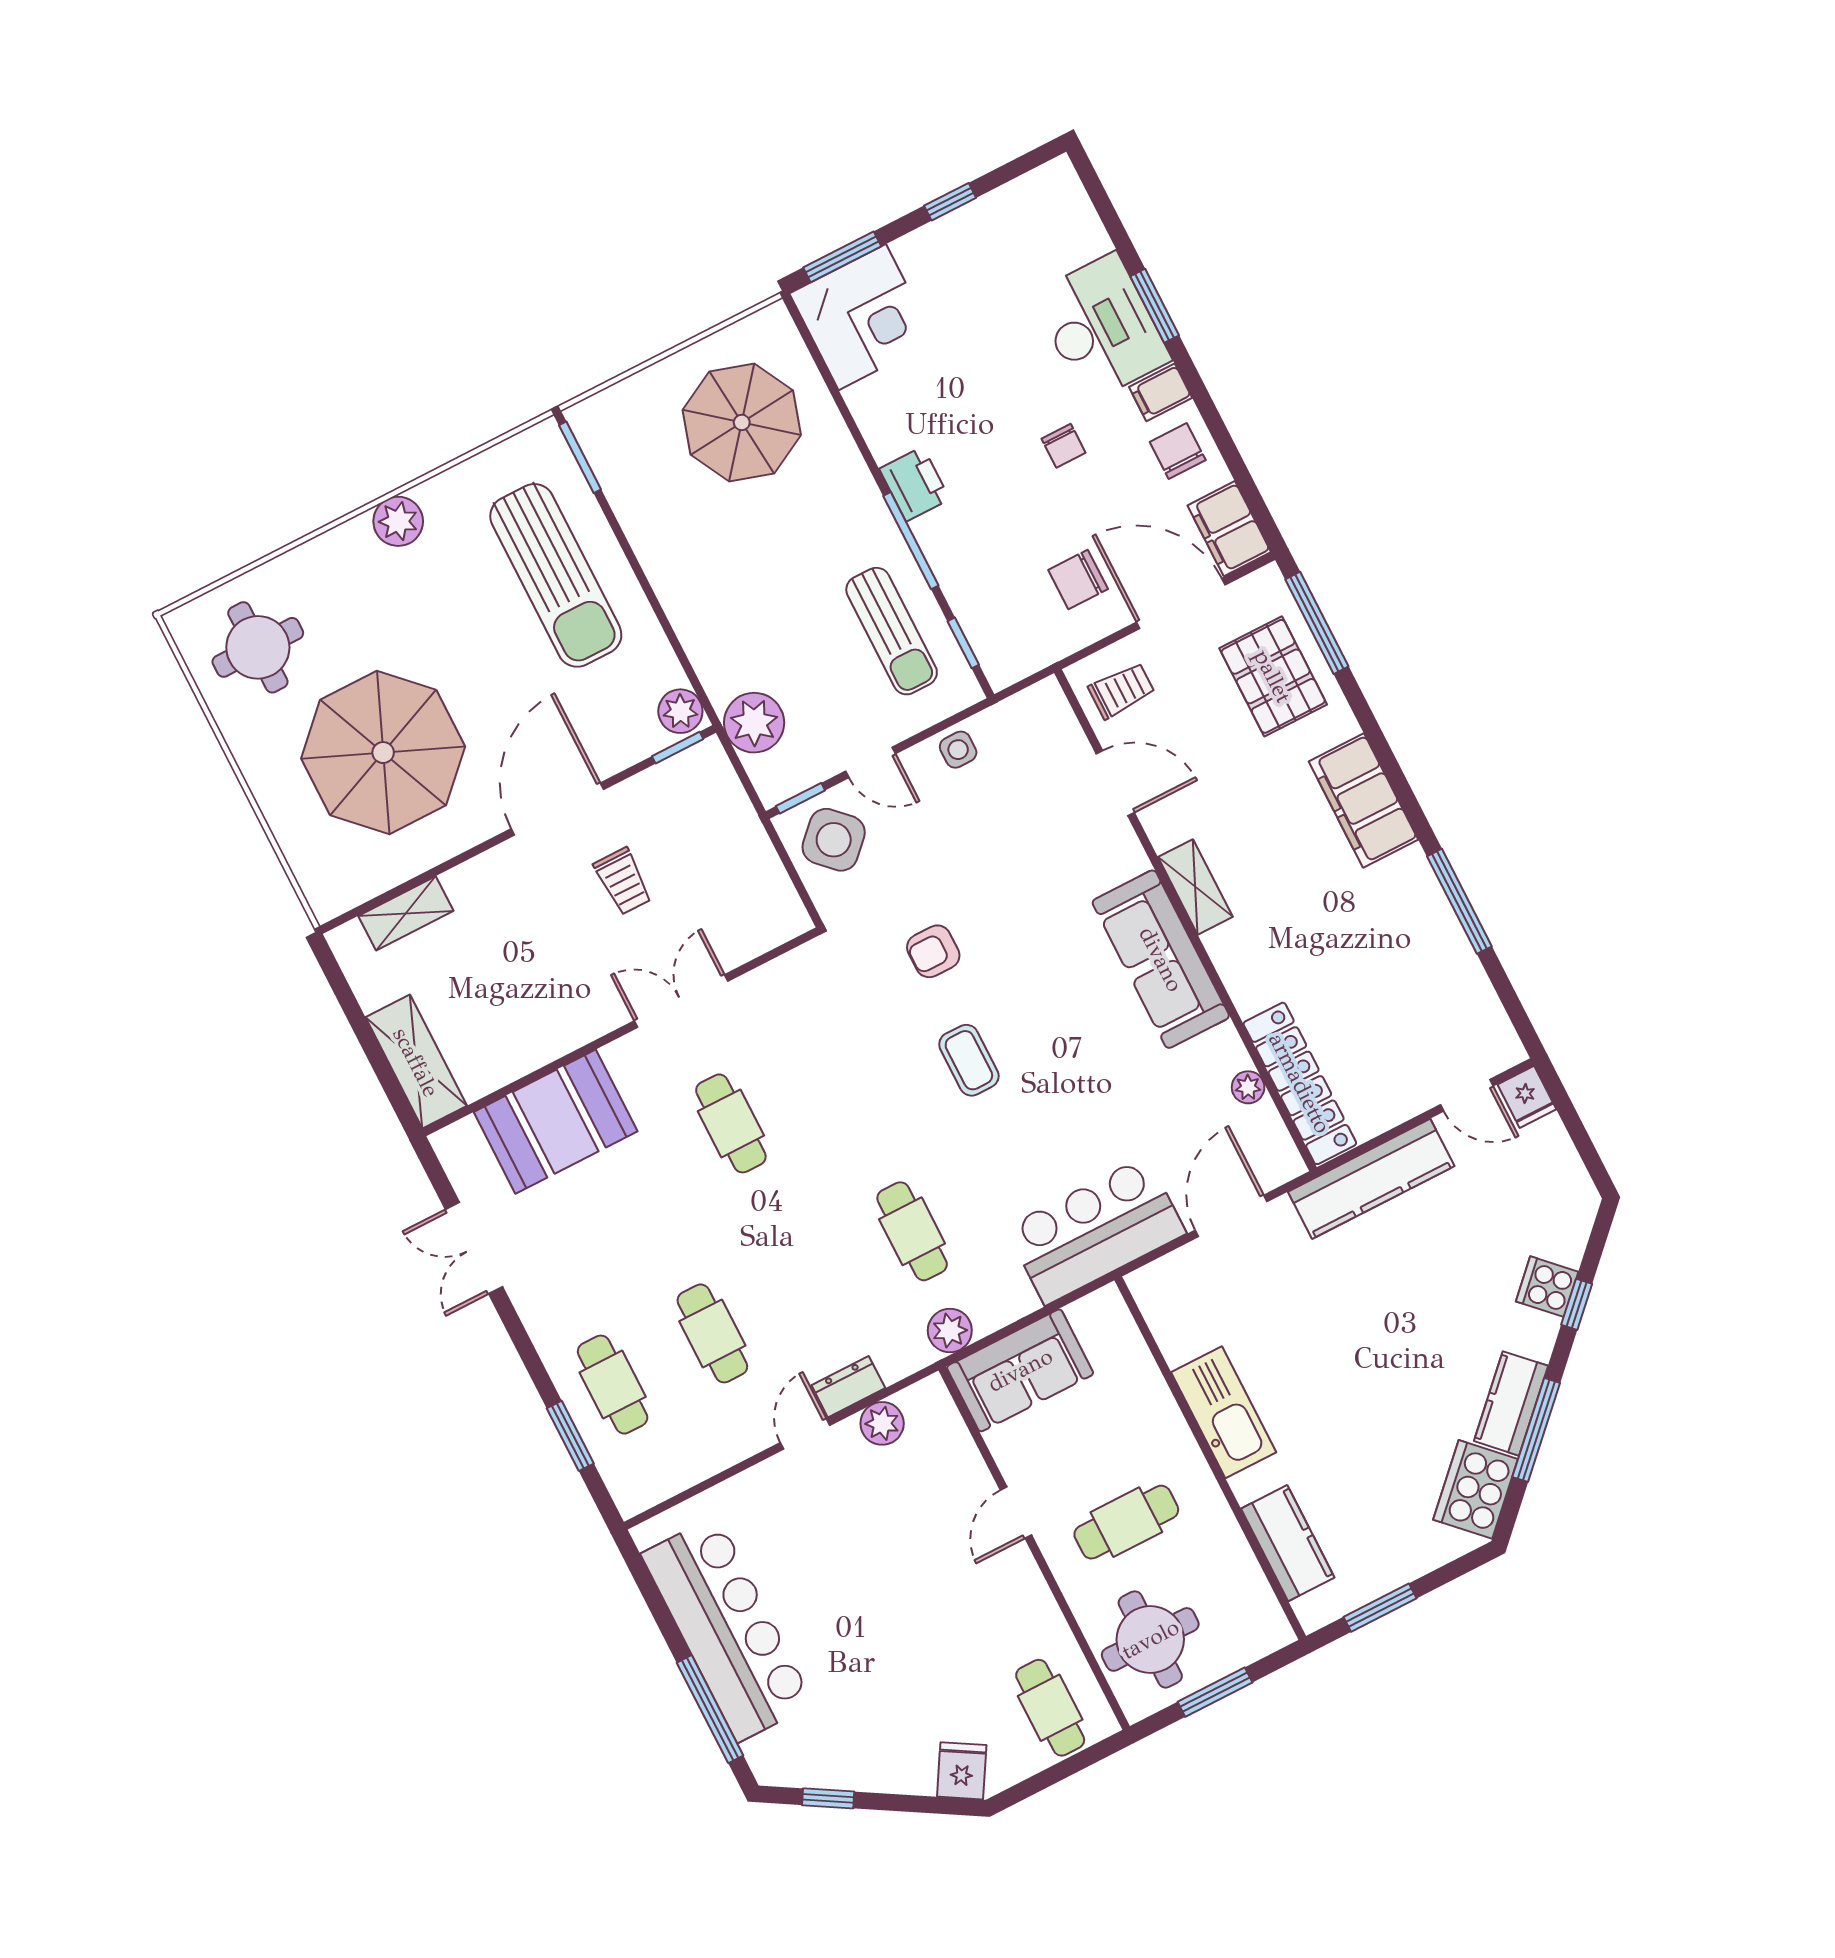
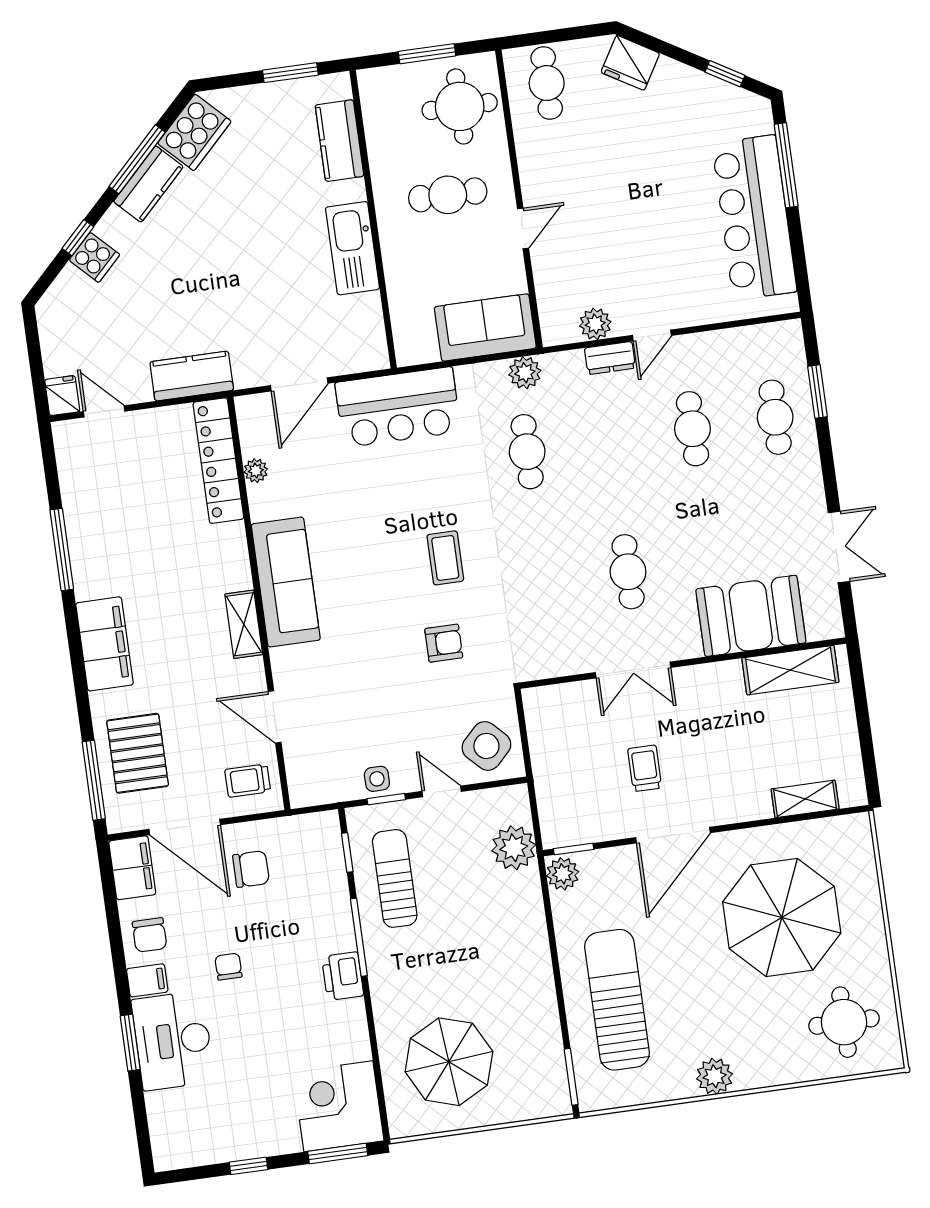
window: (800, 798) -> (386, 799), moved
shelving: (416, 1062) -> (790, 670), moved, turned 90
kitchen counter: (1371, 1179) -> (192, 376), width x0.67
fridge: (962, 1771) -> (630, 63), width x1.38

